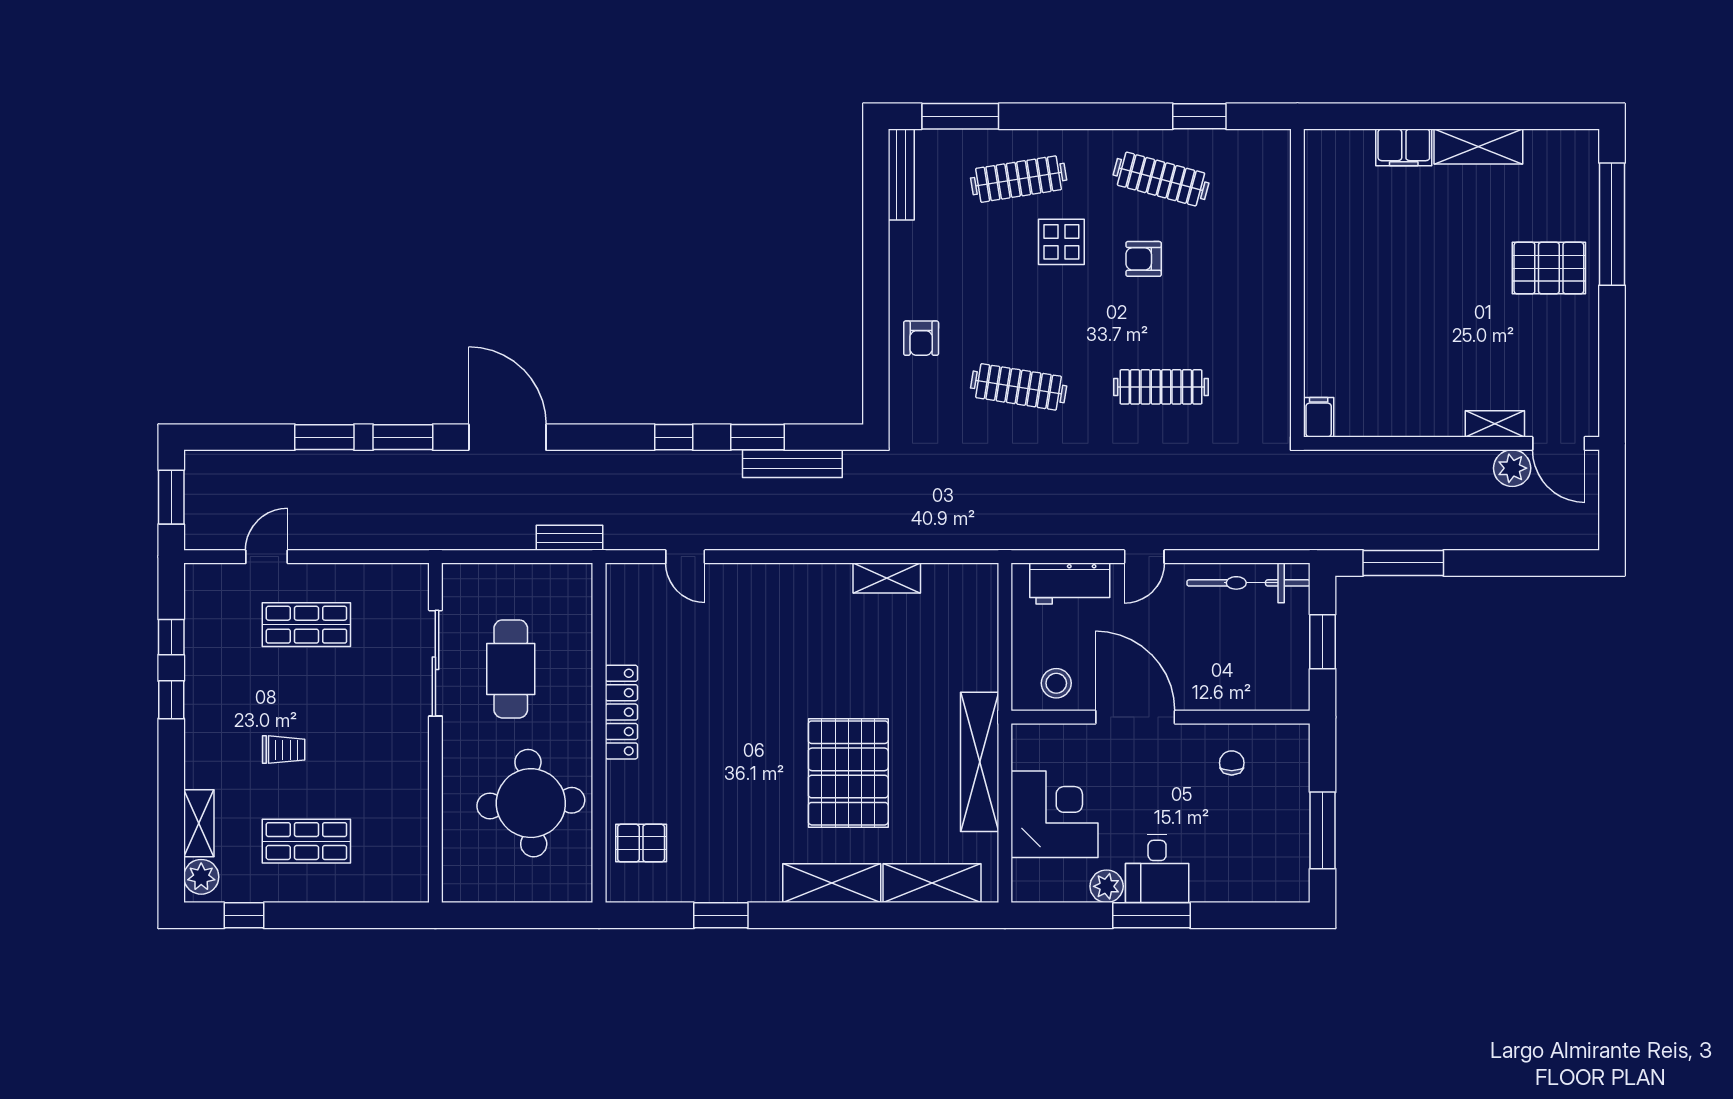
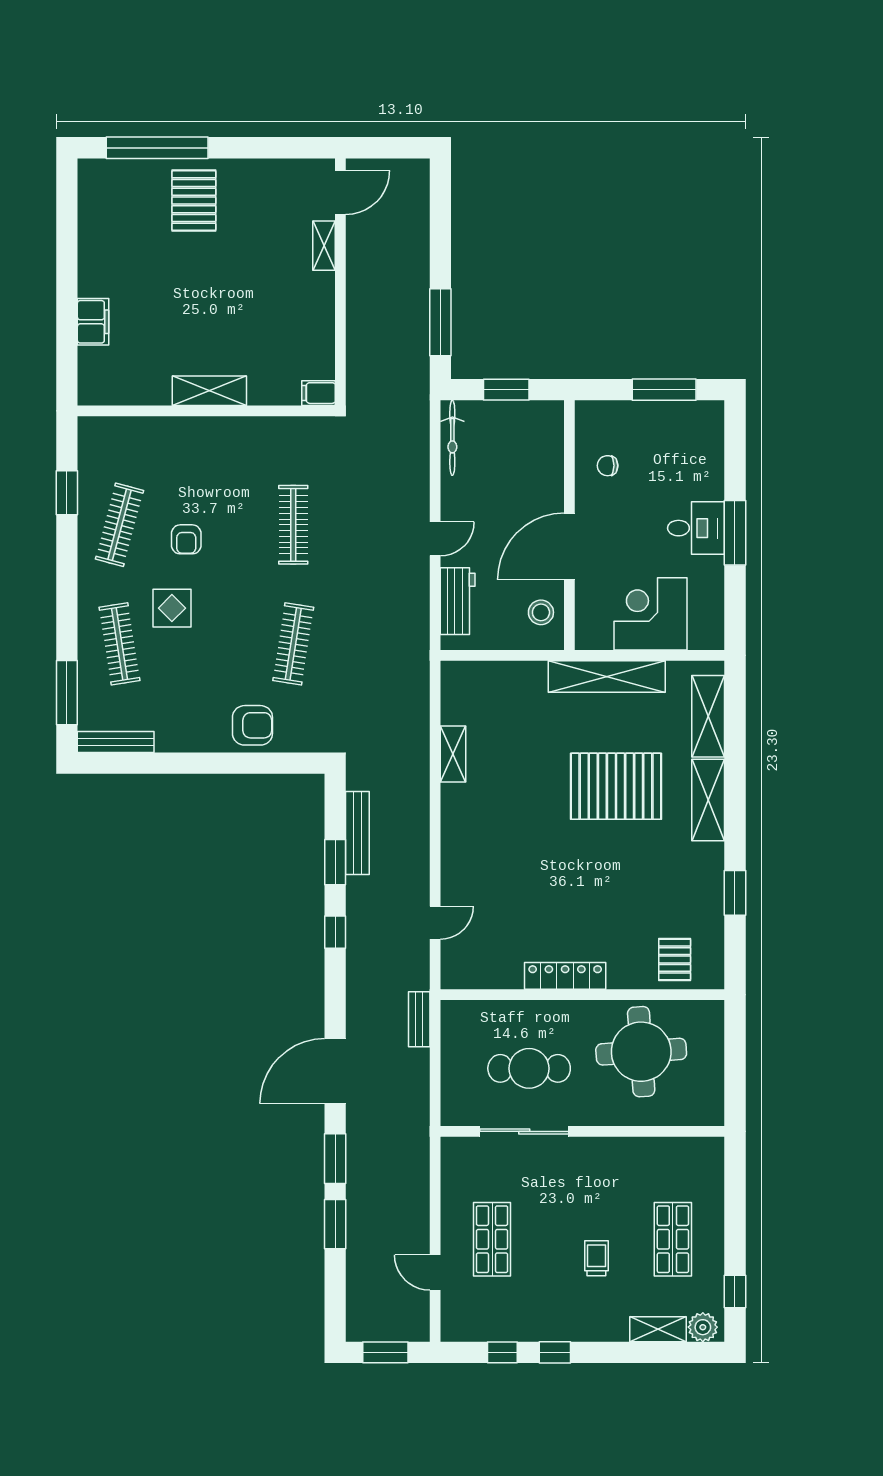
shelving: (1478, 147) -> (209, 391), moved, turned 90
armchair: (921, 338) -> (252, 725), width x1.38, depth x1.38
plant: (1512, 468) -> (361, 231), removed
door: (1144, 557) -> (435, 539), hinge flipped
bicycle: (1249, 583) -> (452, 438), width x0.73, depth x0.71
plant: (1107, 886) -> (711, 570), removed

